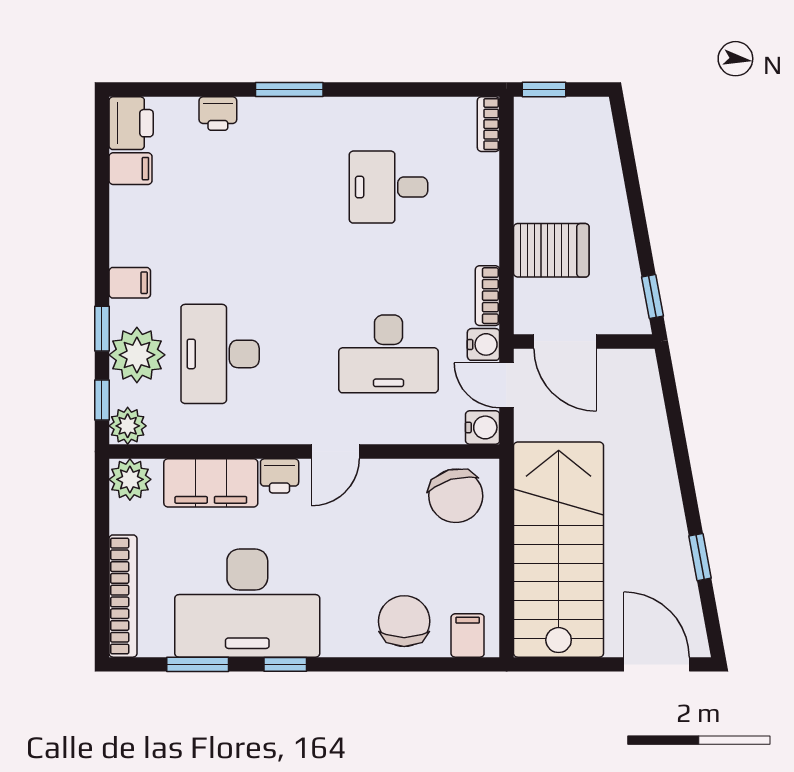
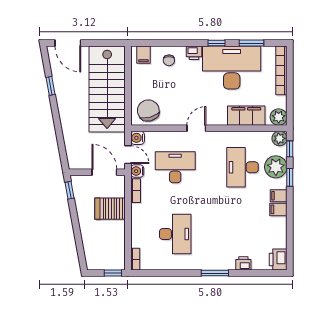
filing cabinet: (130, 169) -> (278, 209), moved
desk: (388, 187) -> (175, 234), width x1.37
desk: (220, 354) -> (243, 167), turned 180
printer: (280, 476) -> (194, 53), moved, turned 180
chair: (404, 621) -> (169, 60), width x0.54, depth x0.54

